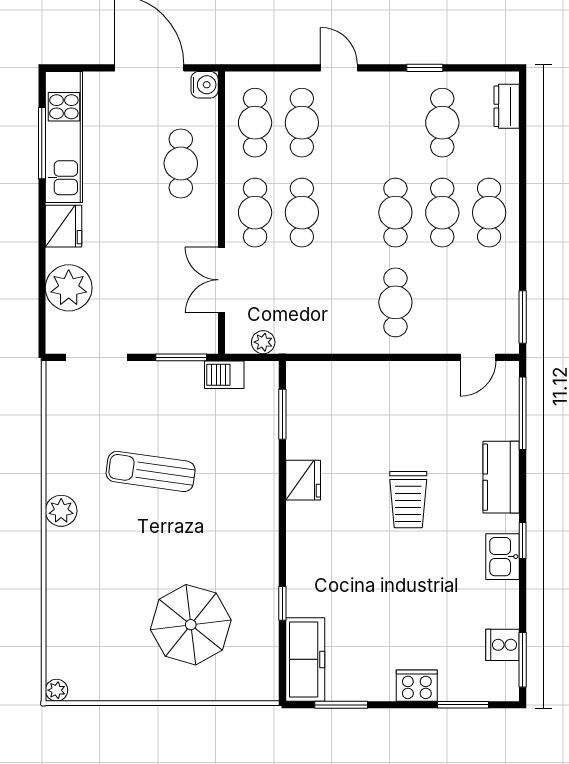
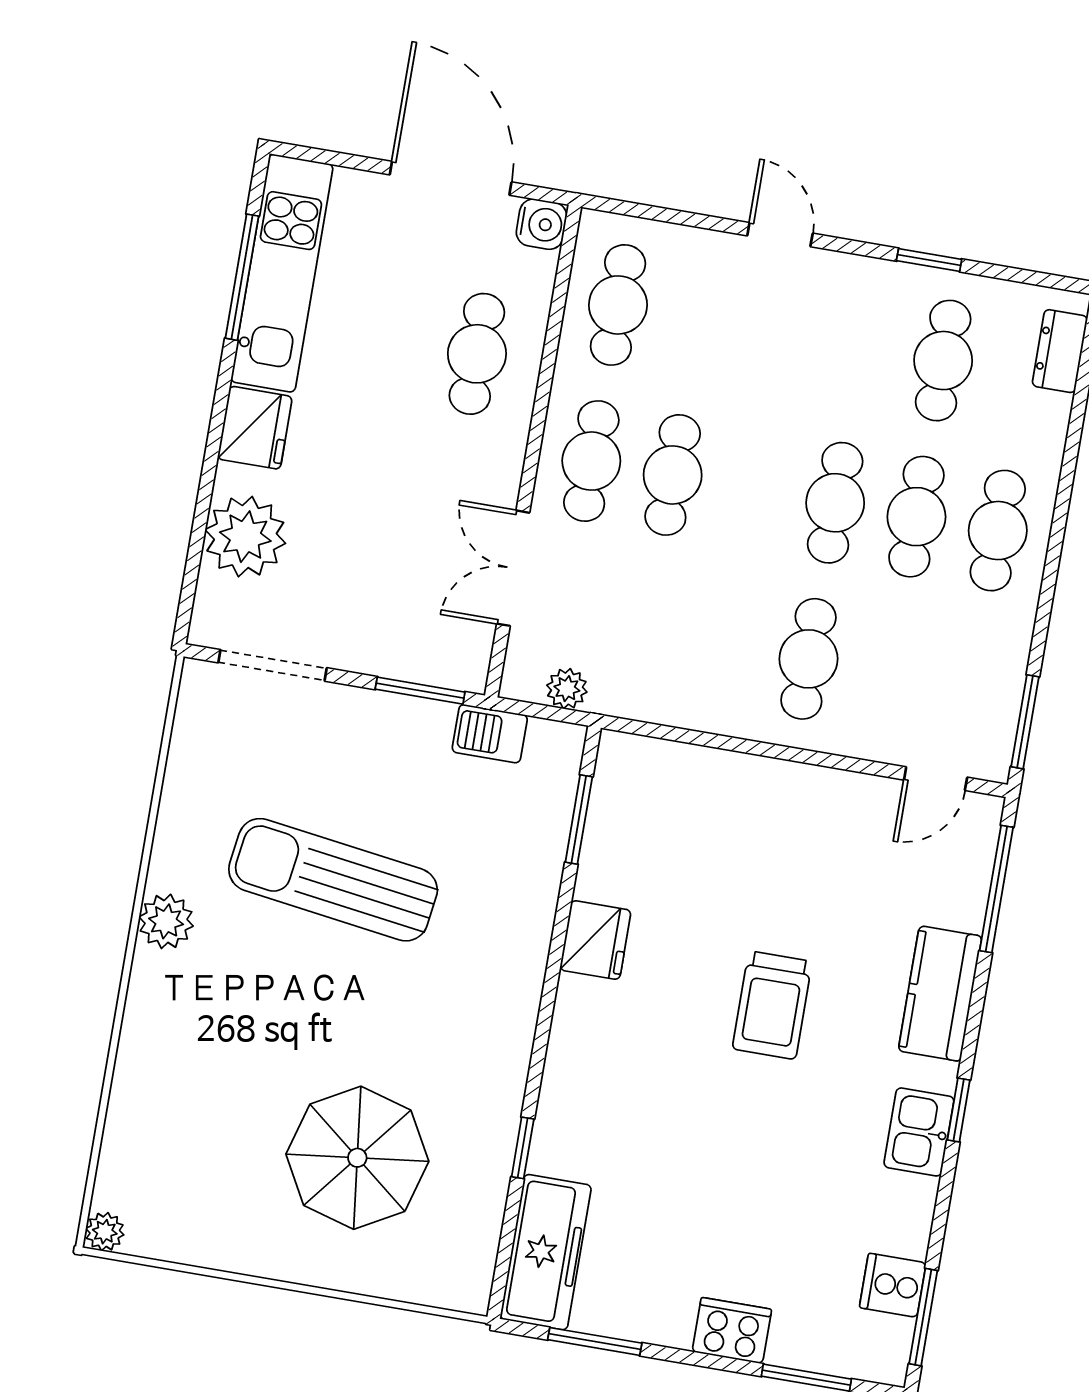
cafe table: (302, 123) -> (699, 319), removed
sun lounger: (151, 471) -> (333, 880), width x1.36, depth x1.34

